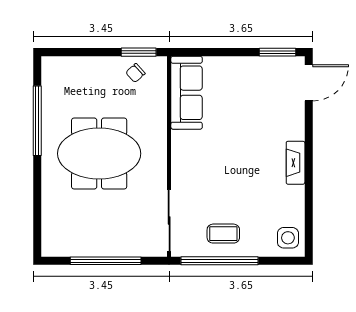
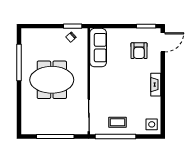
armchair: (264, 98) -> (139, 51), added

